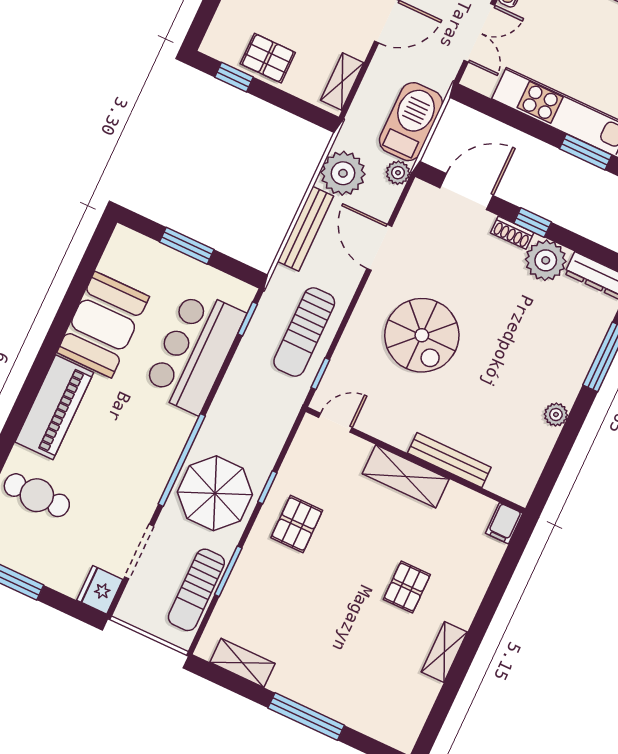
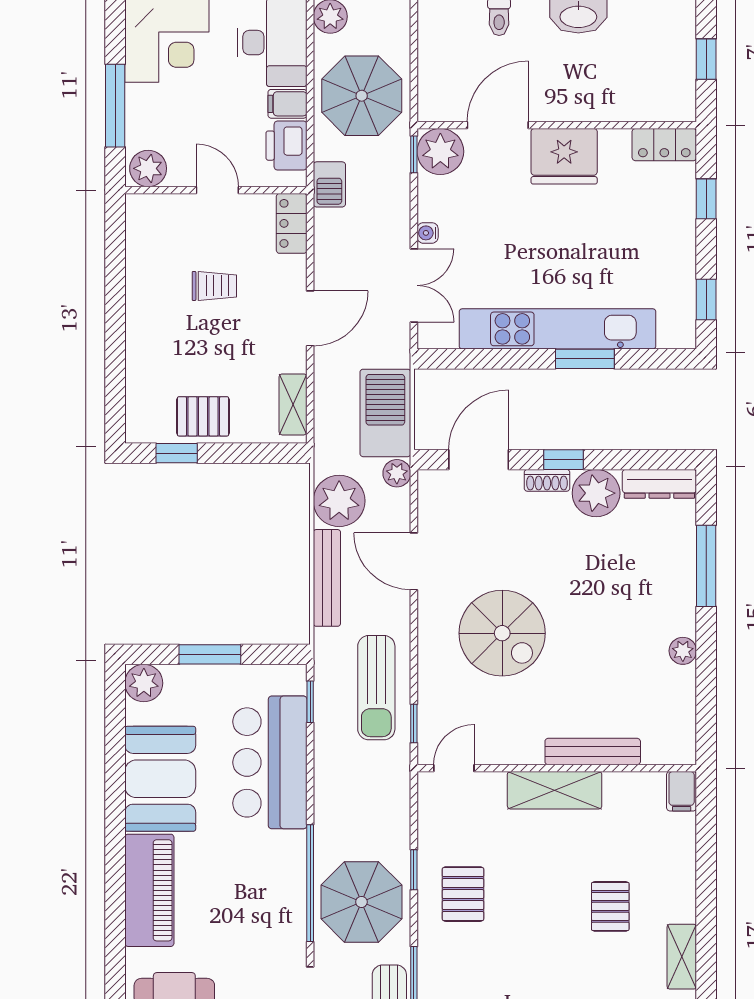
plant: (125, 244) -> (144, 683), added

